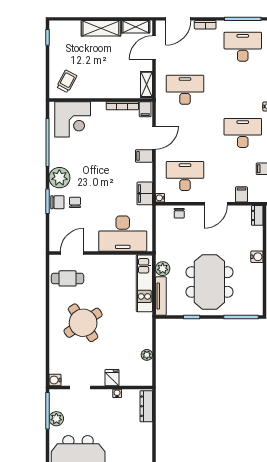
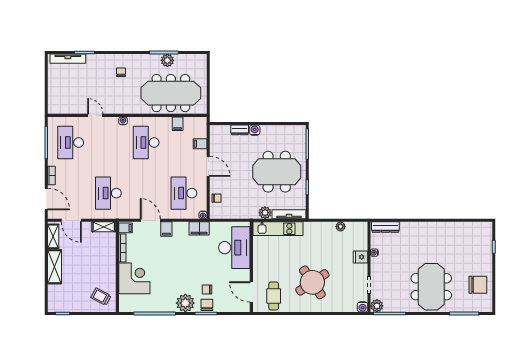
corner desk: (73, 119) -> (134, 278), moved
dresser: (257, 215) -> (240, 130), moved
plant: (56, 419) -> (377, 306), moved

